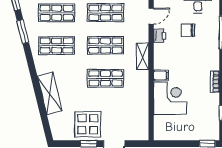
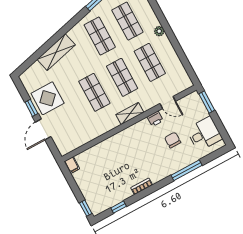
filing cabinet: (161, 75) -> (72, 165), moved
corner desk: (170, 98) -> (107, 156), removed

